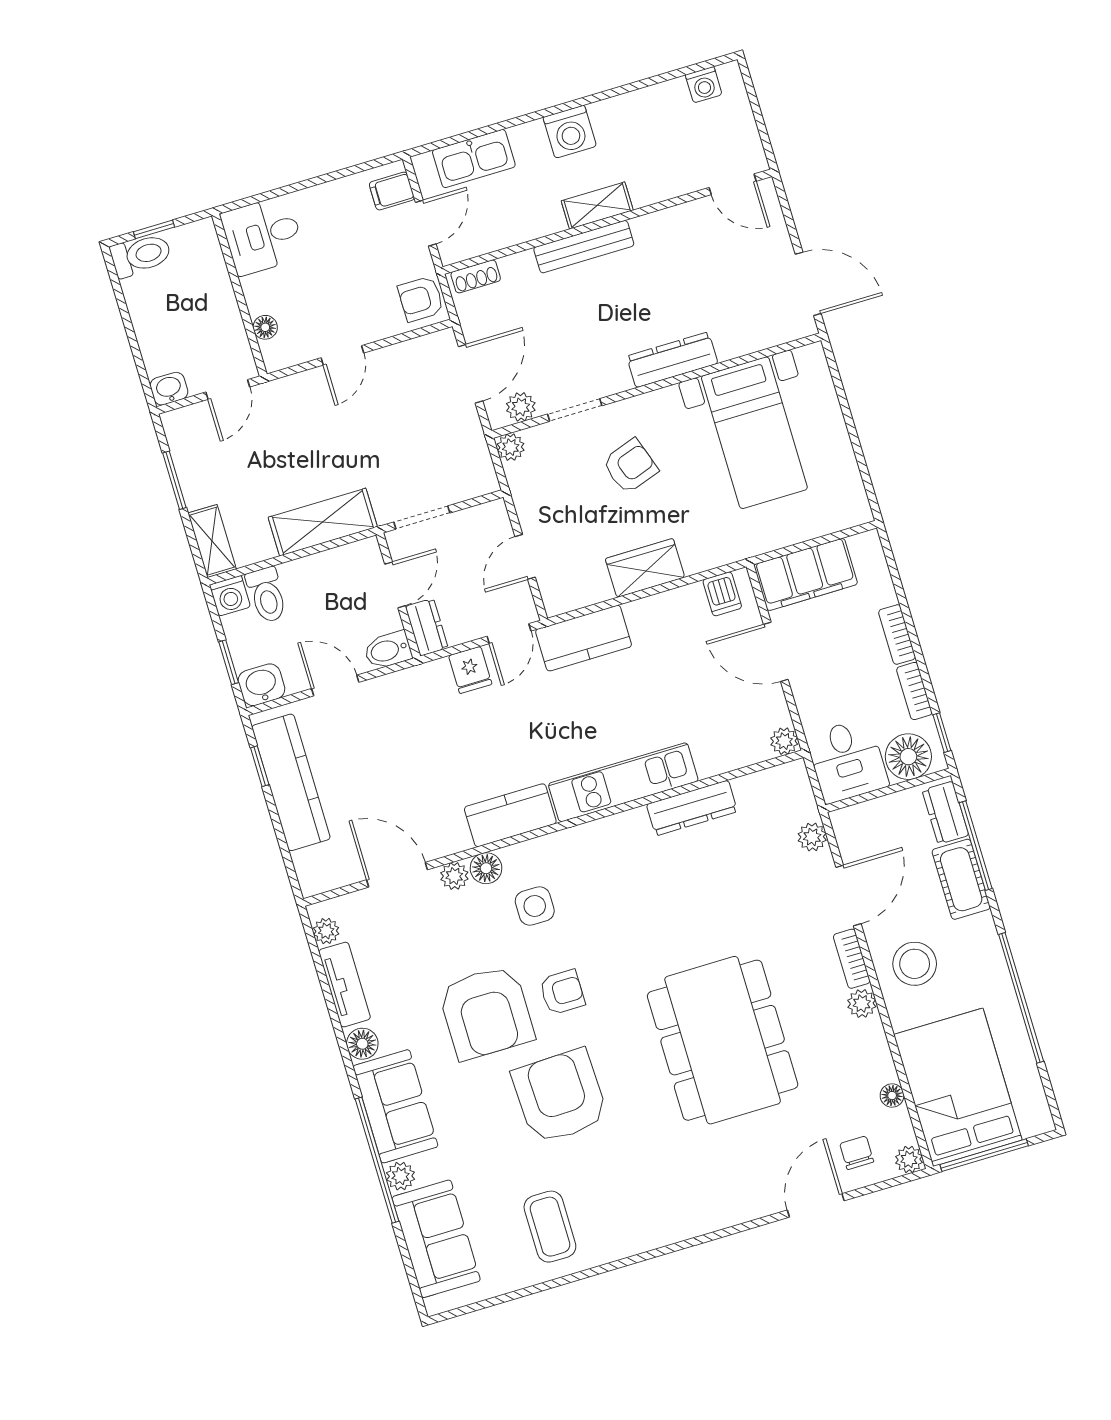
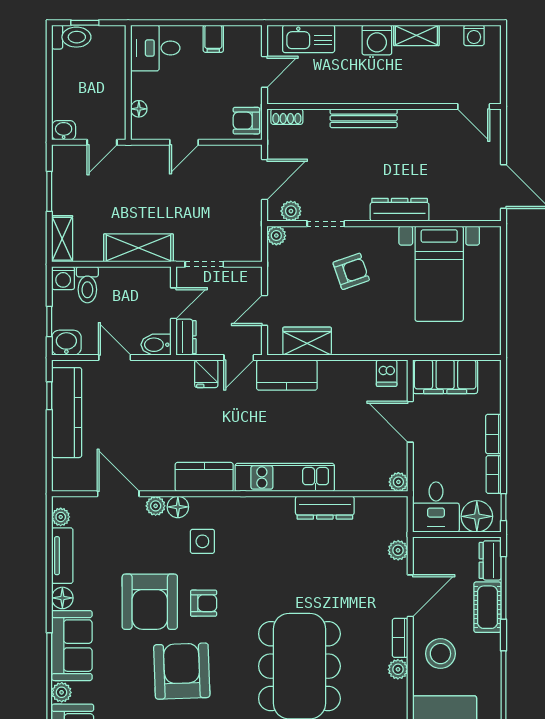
filing cabinet: (392, 191) -> (213, 39), moved, turned -90
shelving: (597, 206) -> (416, 35), moved
wardrobe: (645, 568) -> (307, 341), moved

